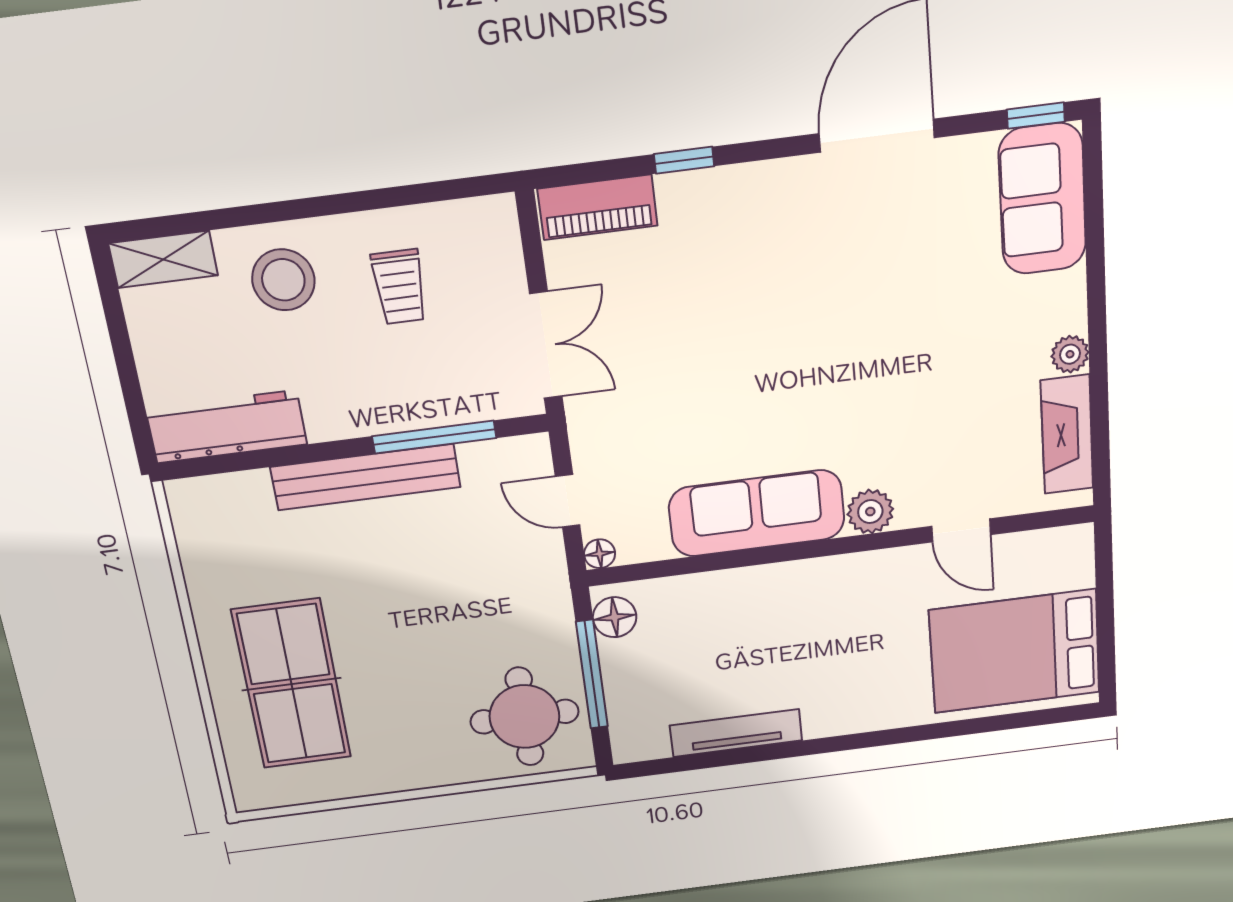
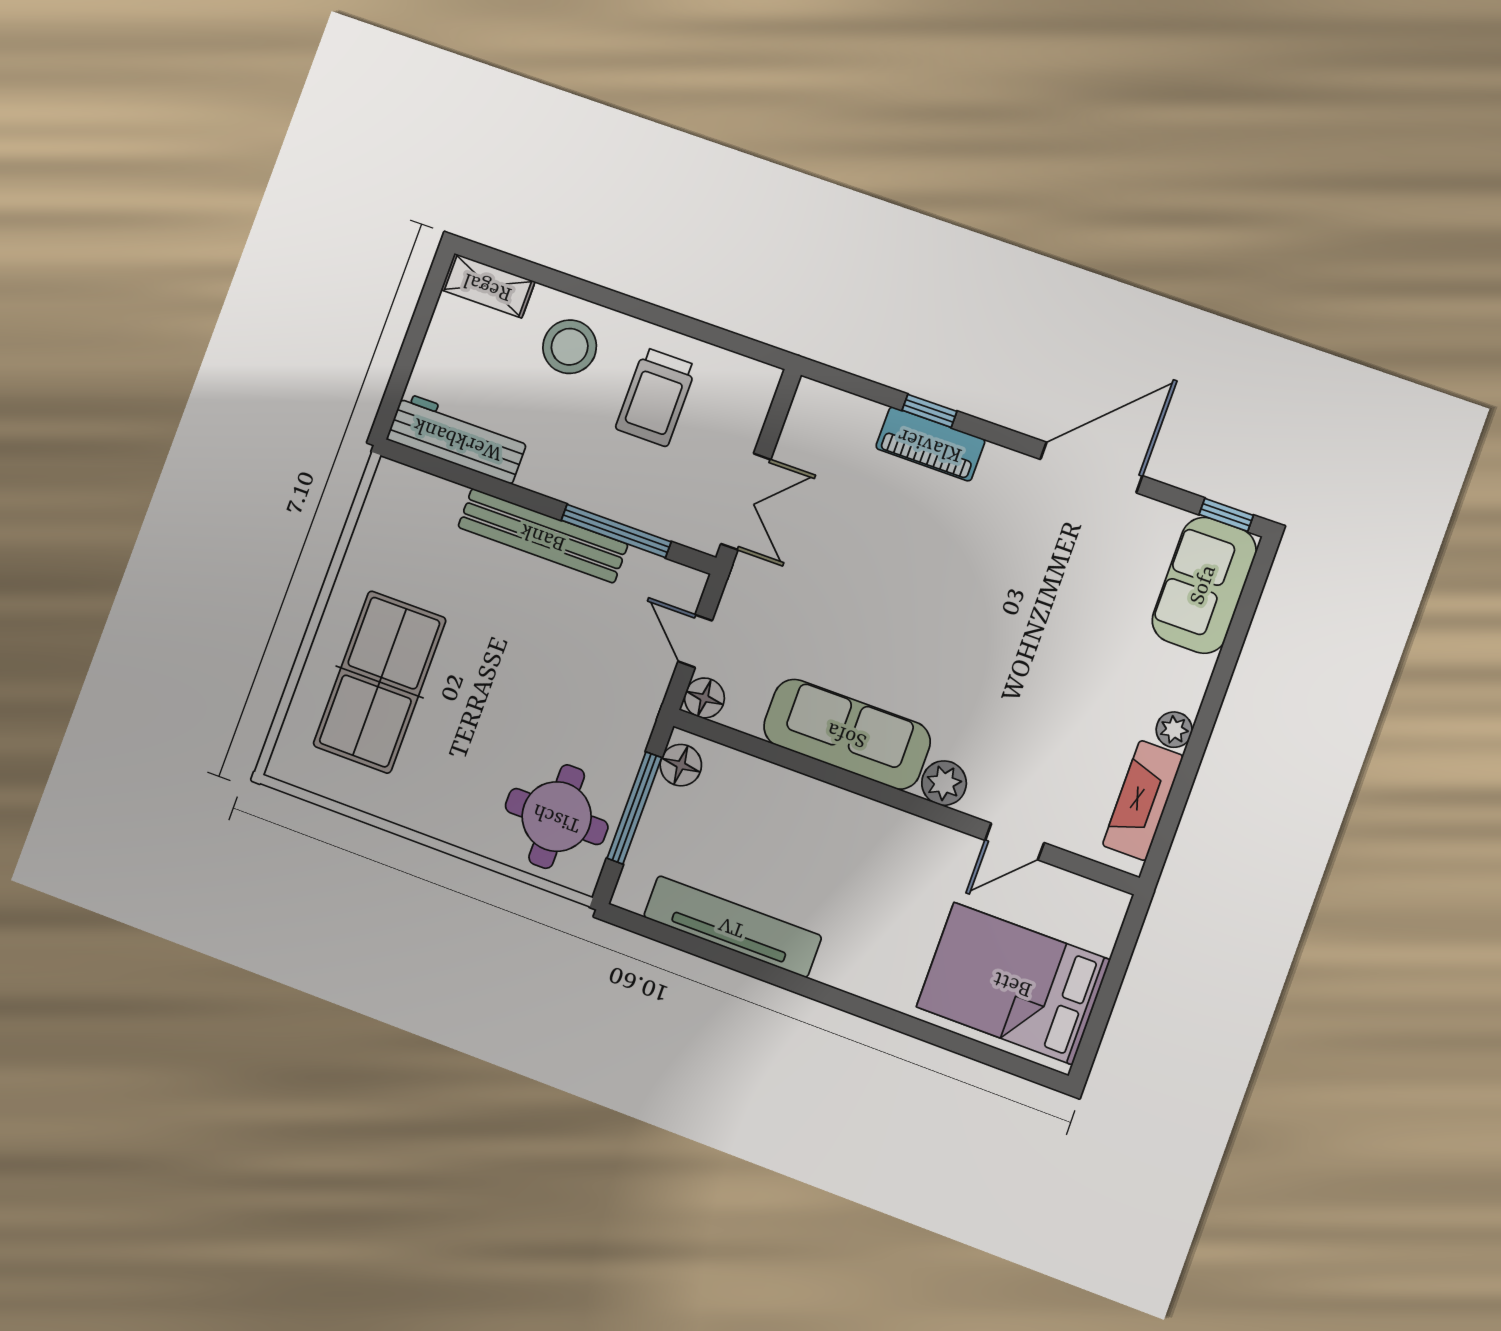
piano: (597, 207) -> (930, 444), moved
trolley: (399, 287) -> (656, 397), width x1.36, depth x1.39
door: (961, 530) -> (1015, 841), hinge flipped
floor lamp: (600, 554) -> (704, 698), width x1.37, depth x1.37
tv unit: (736, 733) -> (732, 926), width x1.36, depth x1.29

